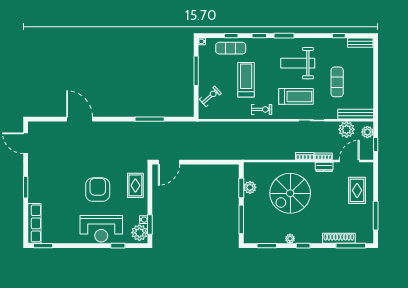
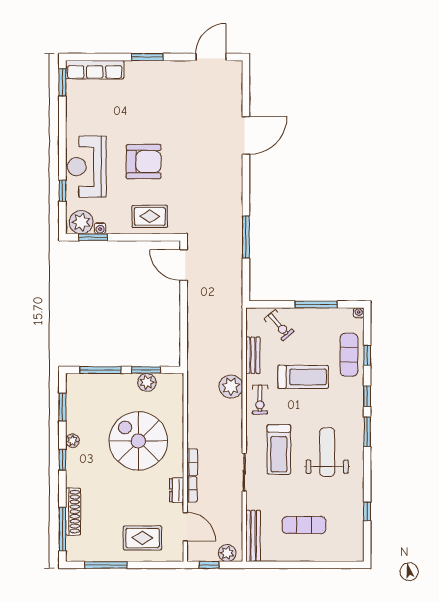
bench: (360, 43) -> (253, 355), moved
exercise mat: (337, 82) -> (304, 525), moved
plant: (347, 129) -> (231, 386), moved

